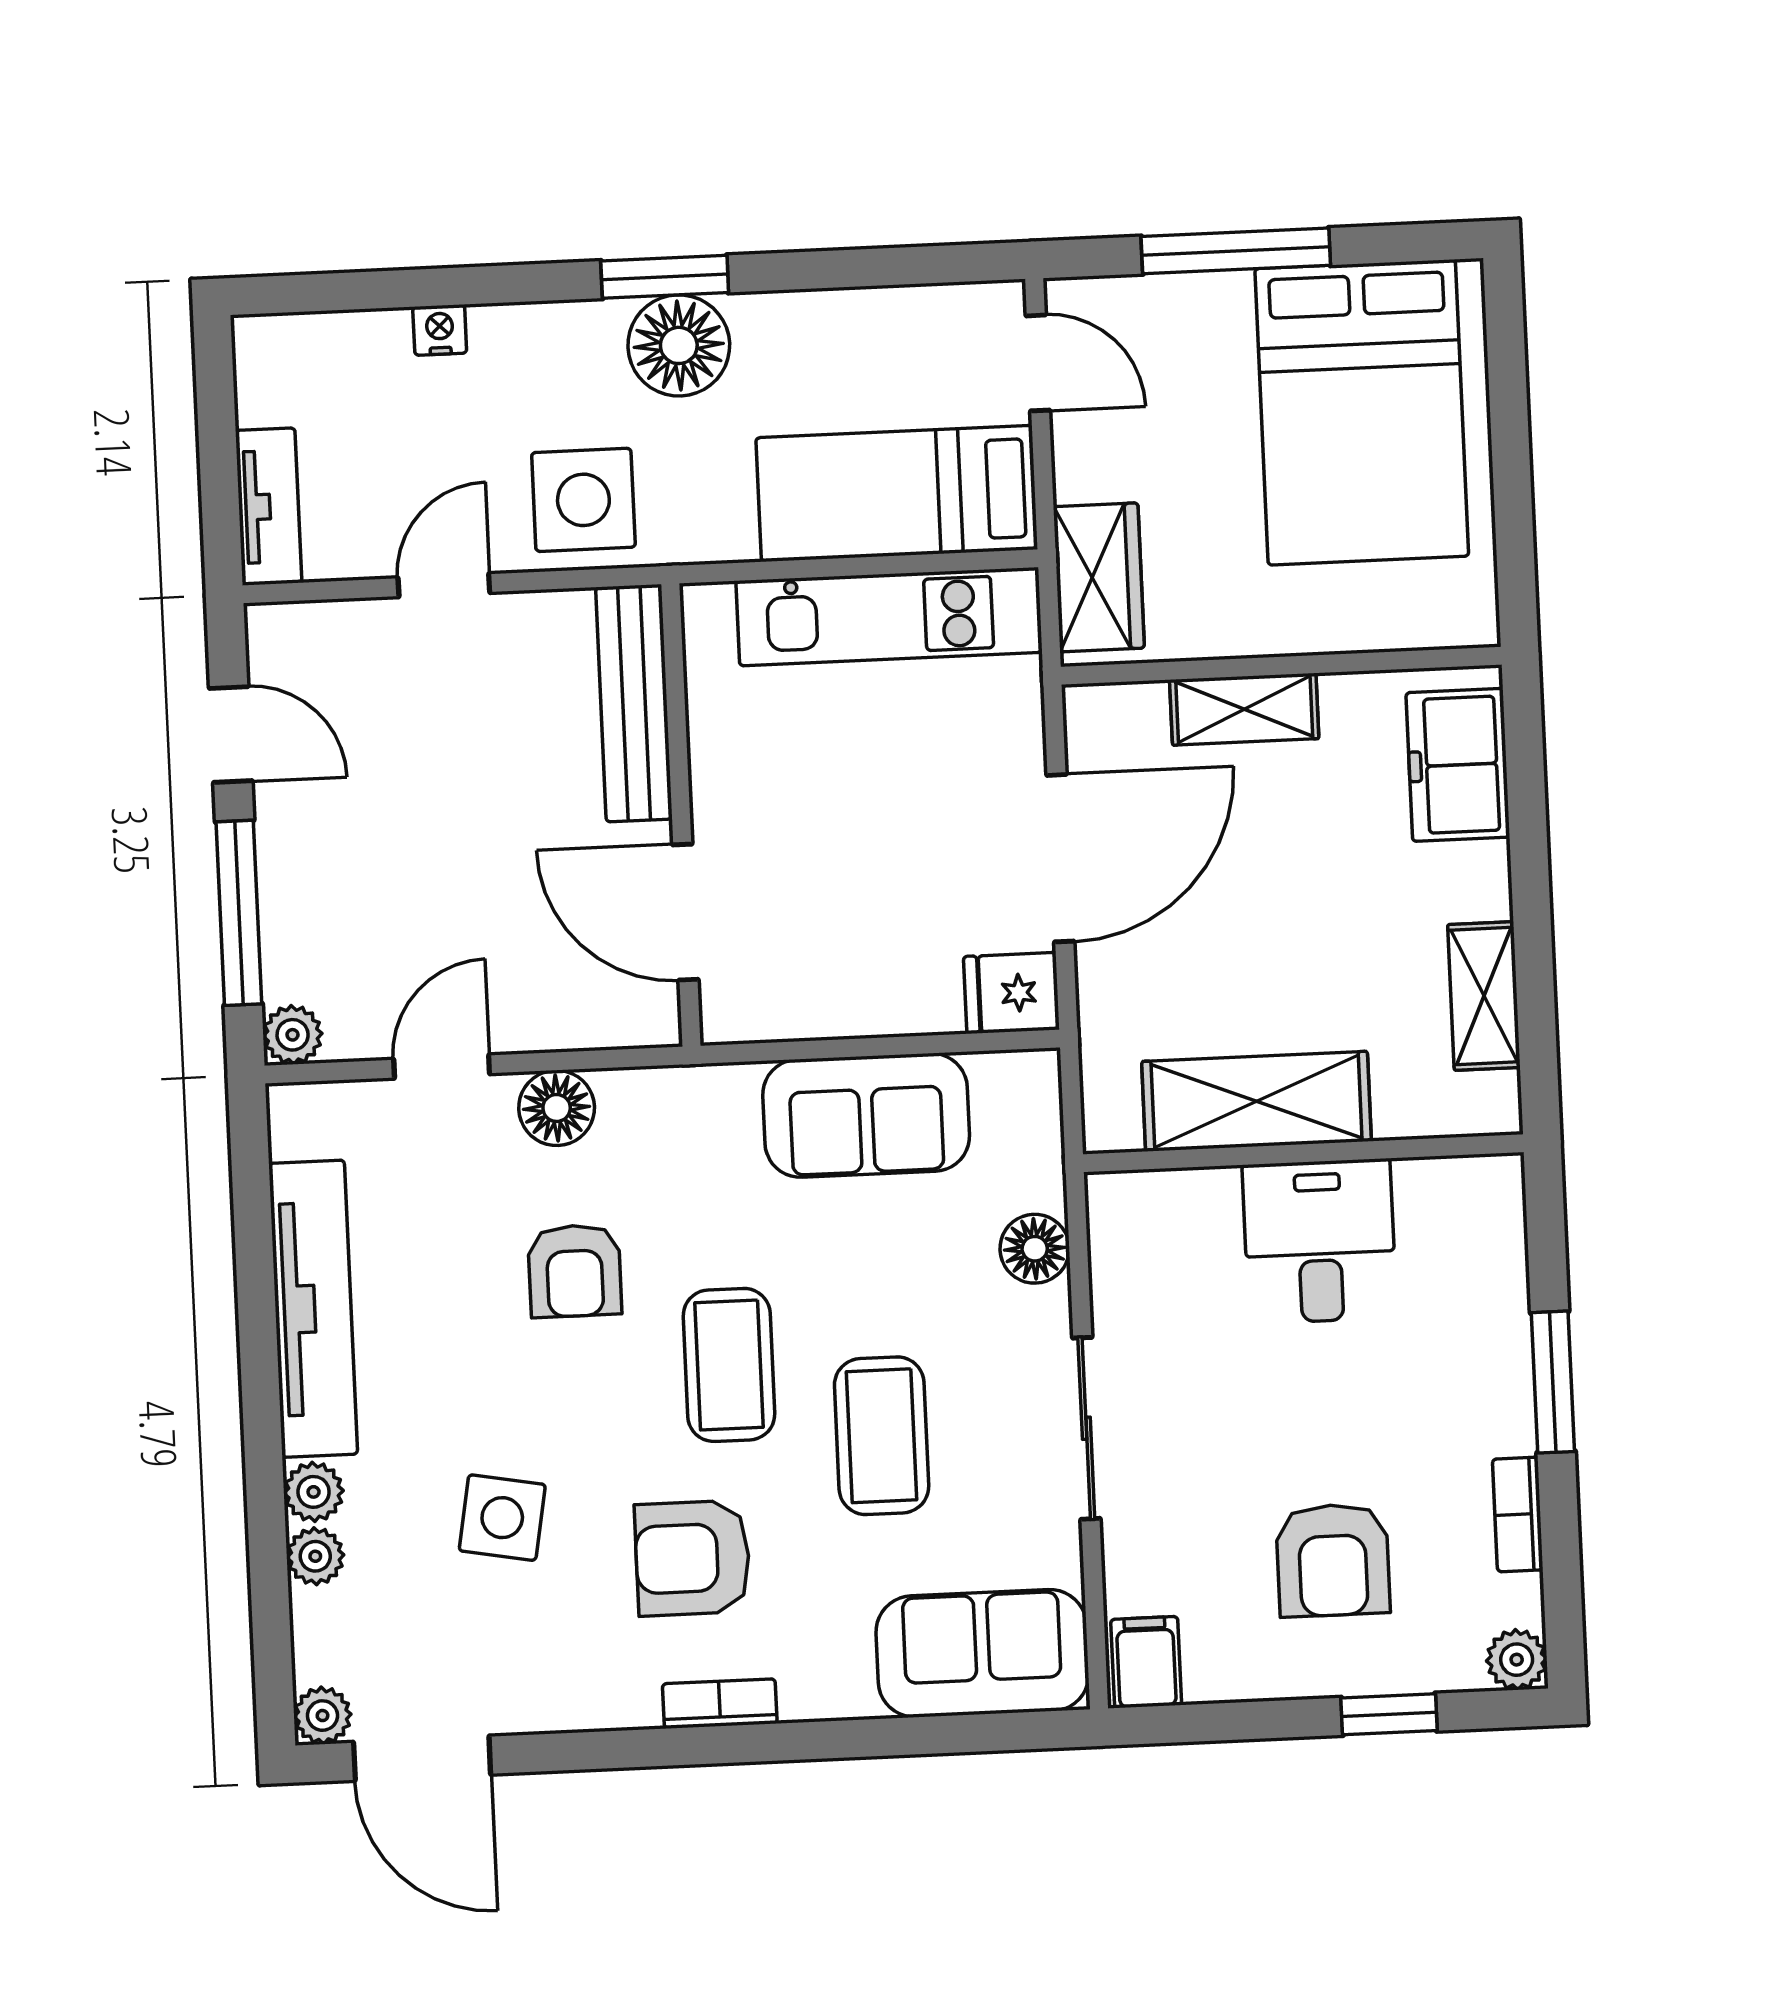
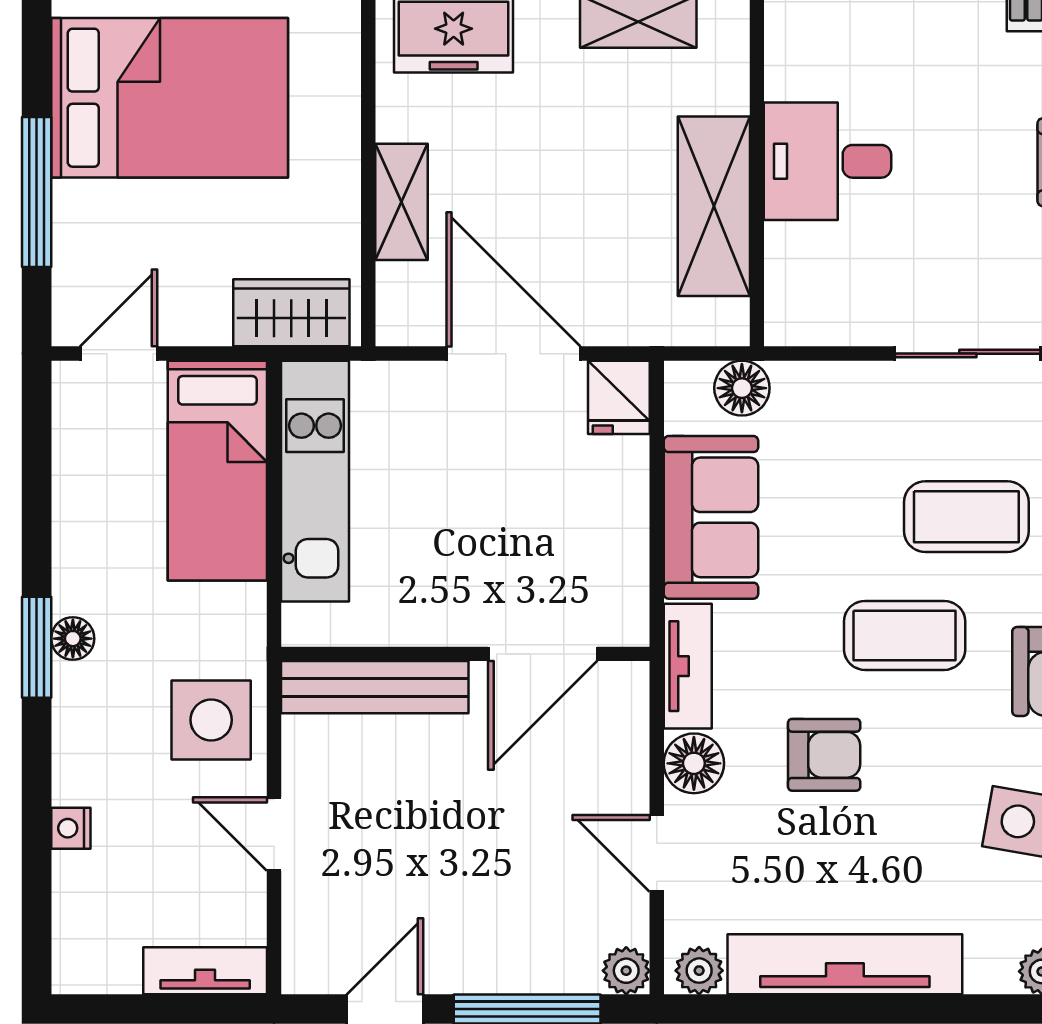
floor lamp: (679, 345) -> (73, 639), width x0.53, depth x0.53
tv unit: (678, 1095) -> (688, 666), added
floor lamp: (1035, 1249) -> (742, 388), moved
plant: (314, 1492) -> (699, 971), moved

